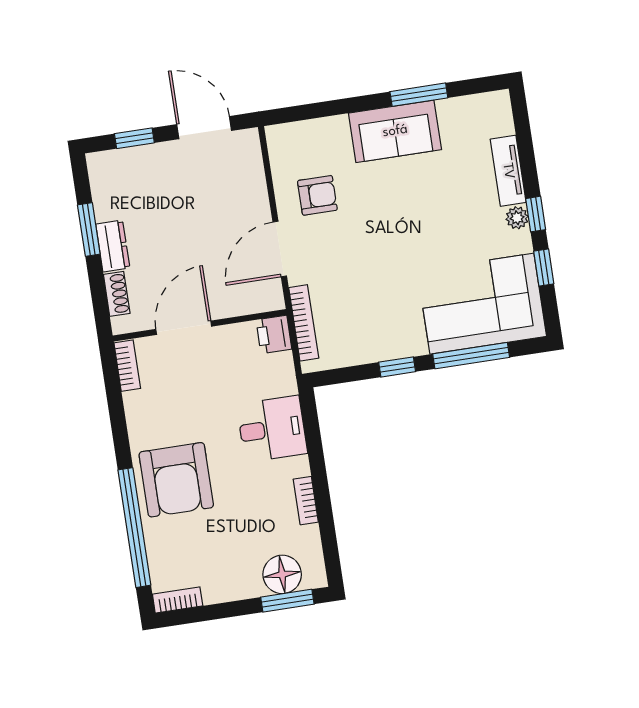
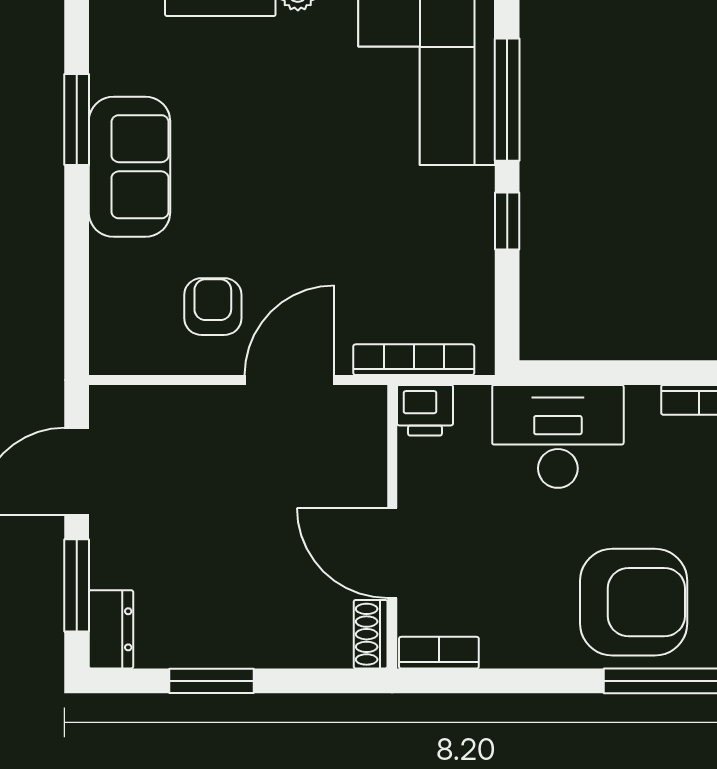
window: (134, 138) -> (77, 585), width x1.50
dresser: (113, 246) -> (111, 629), moved, turned 90
door: (280, 249) -> (290, 380), swing flipped
shoe rack: (117, 294) -> (371, 634), moved, turned -90
desk: (272, 429) -> (558, 436), width x1.37

